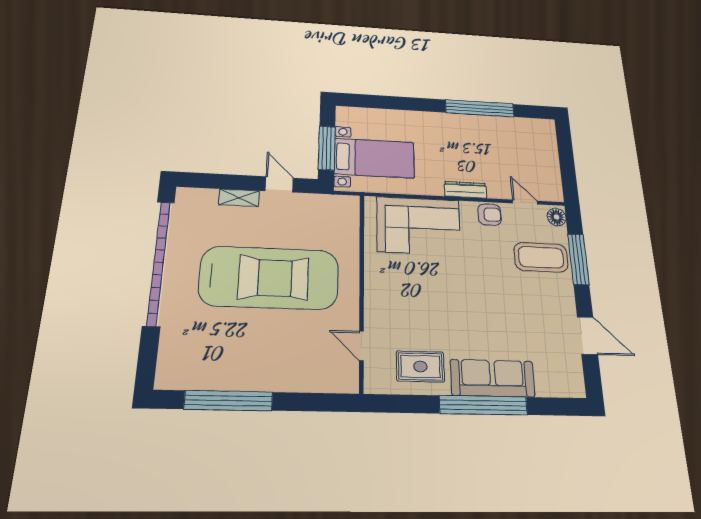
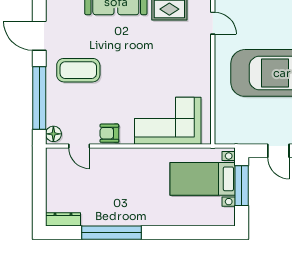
dresser: (465, 190) -> (63, 219), moved, turned 180
coffee table: (541, 257) -> (78, 70), moved
window: (578, 259) -> (39, 98), width x1.46

